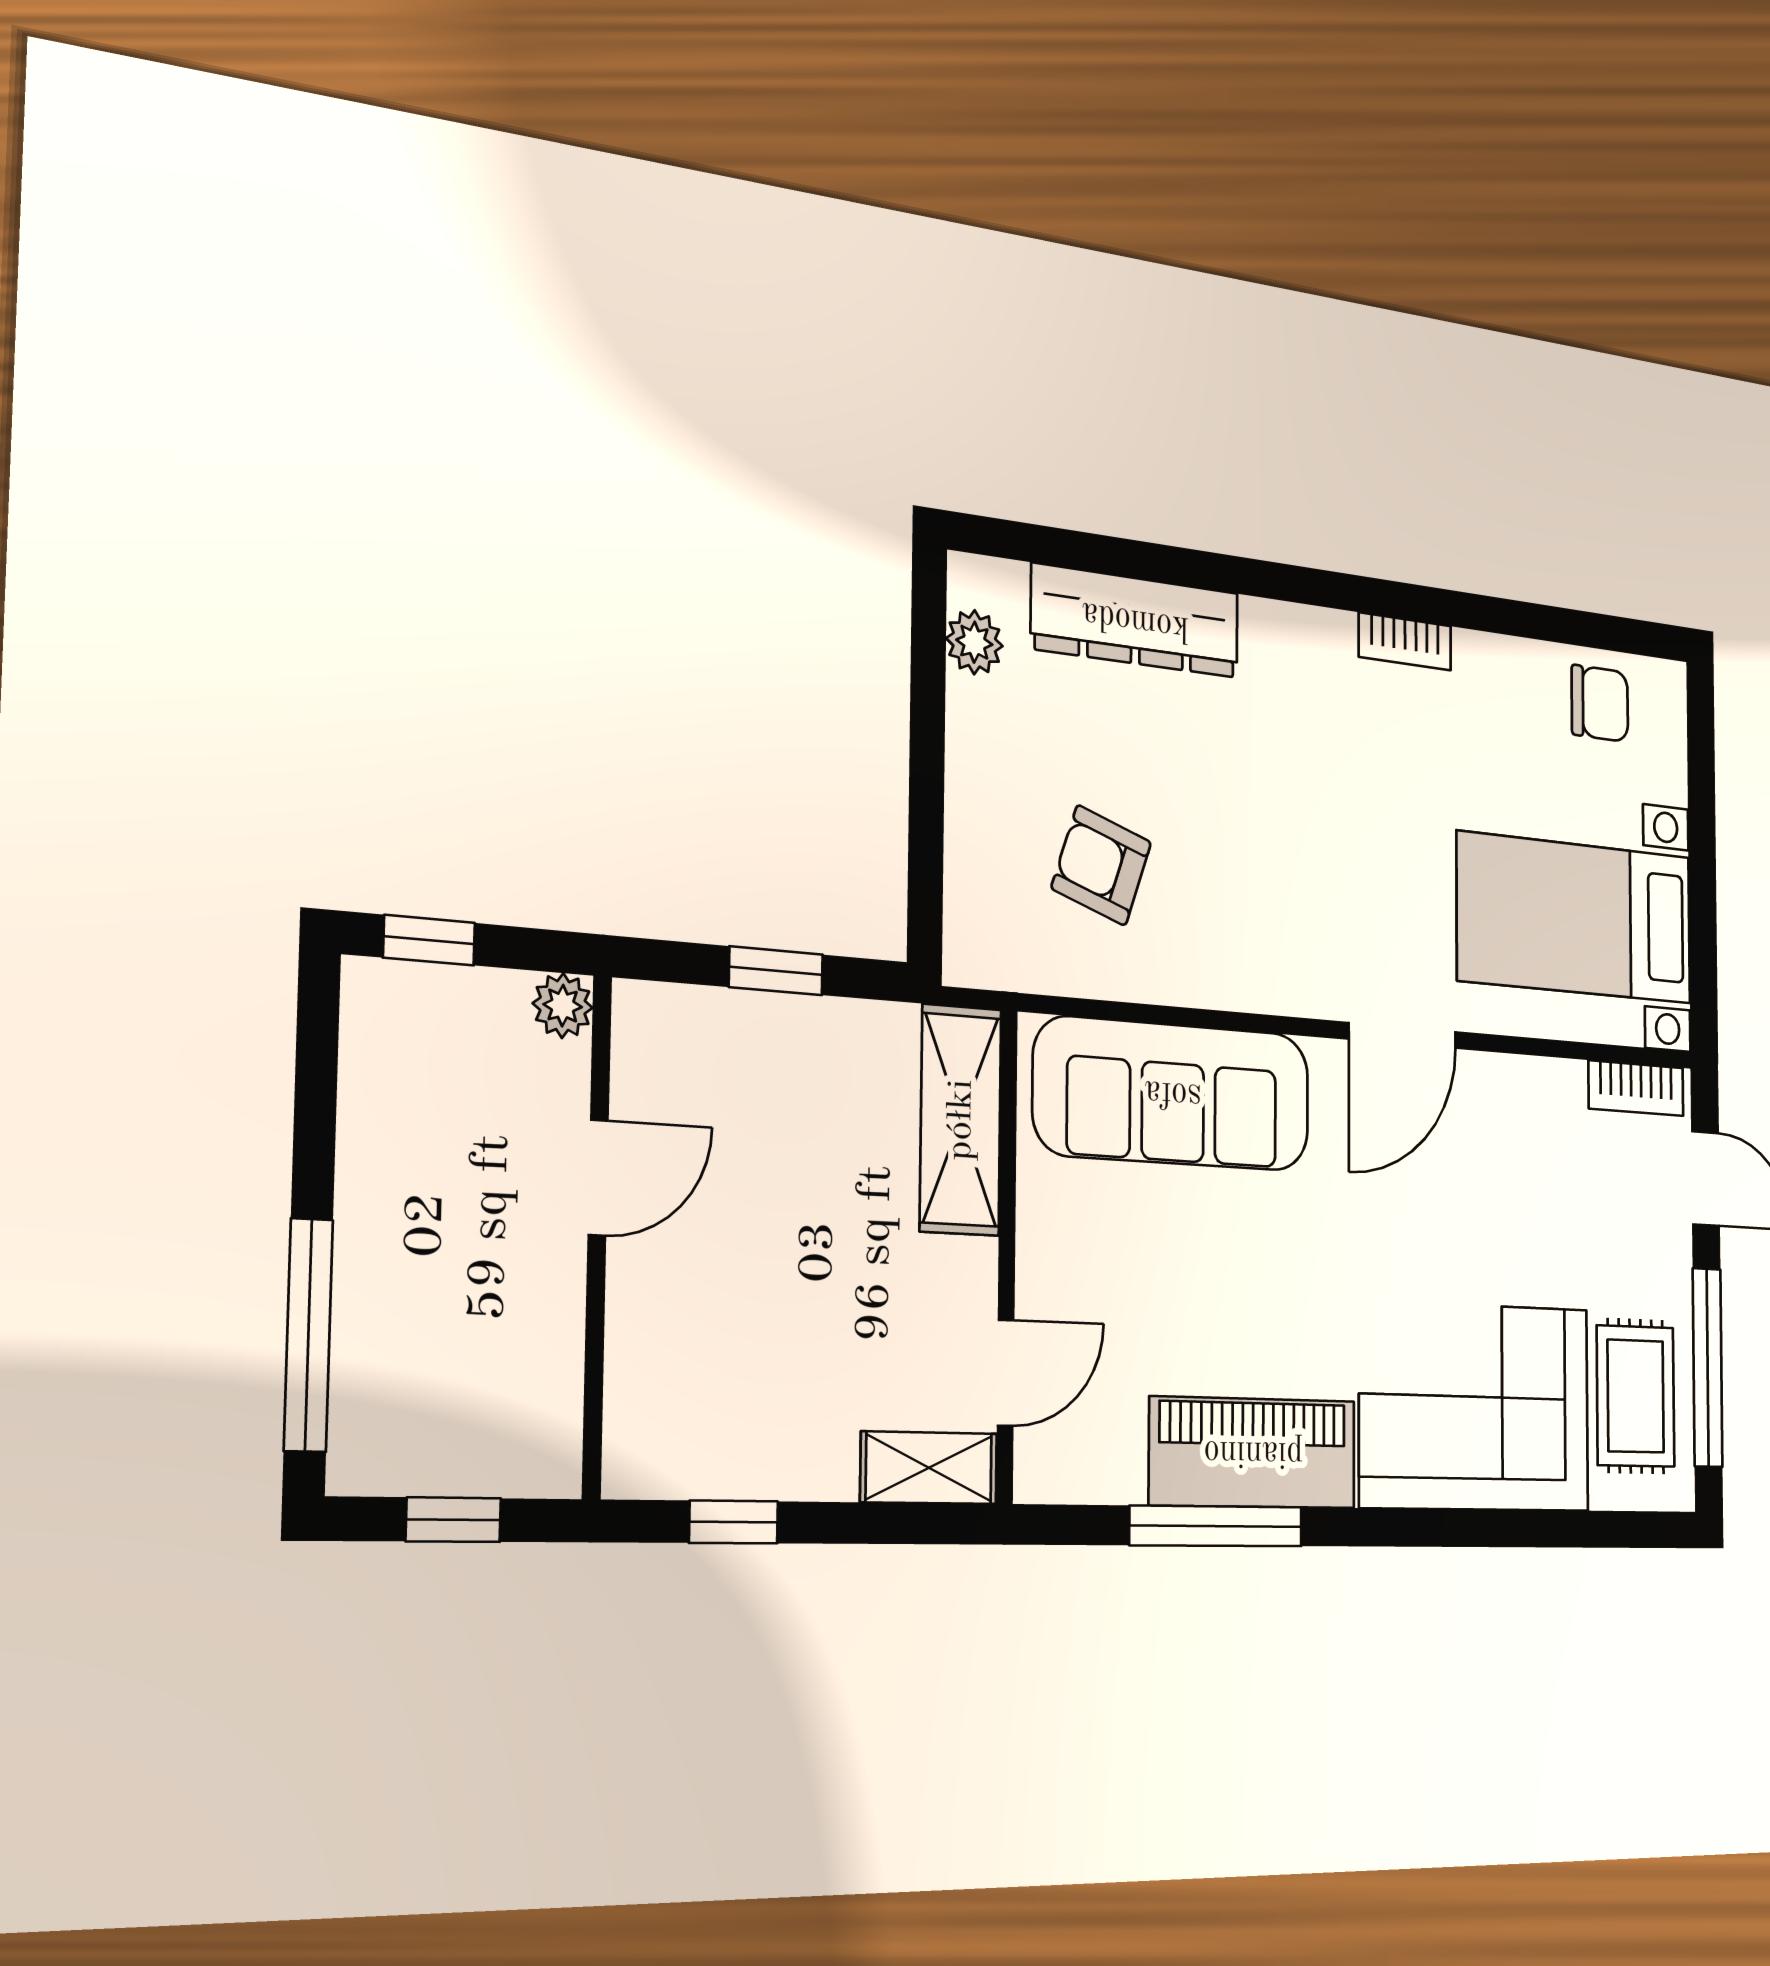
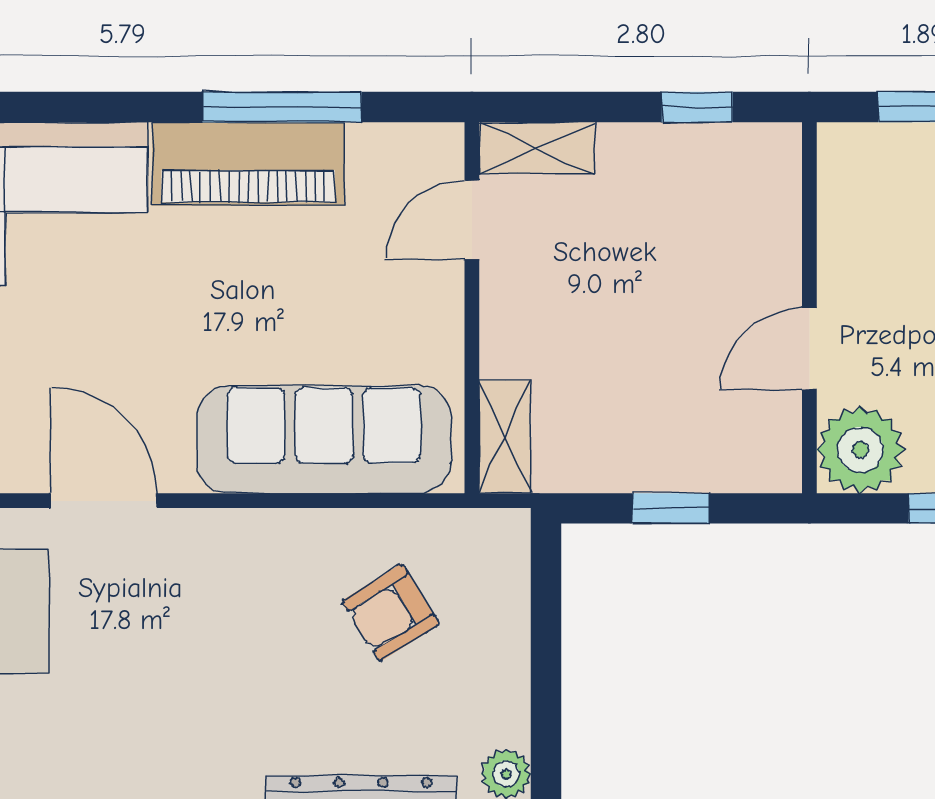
armchair: (1101, 865) -> (391, 613), turned 129
plant: (563, 1006) -> (860, 450), width x1.88, depth x1.88
door: (1403, 1035) -> (104, 501), hinge flipped
shelving: (961, 1120) -> (505, 436), width x0.67, depth x0.75

